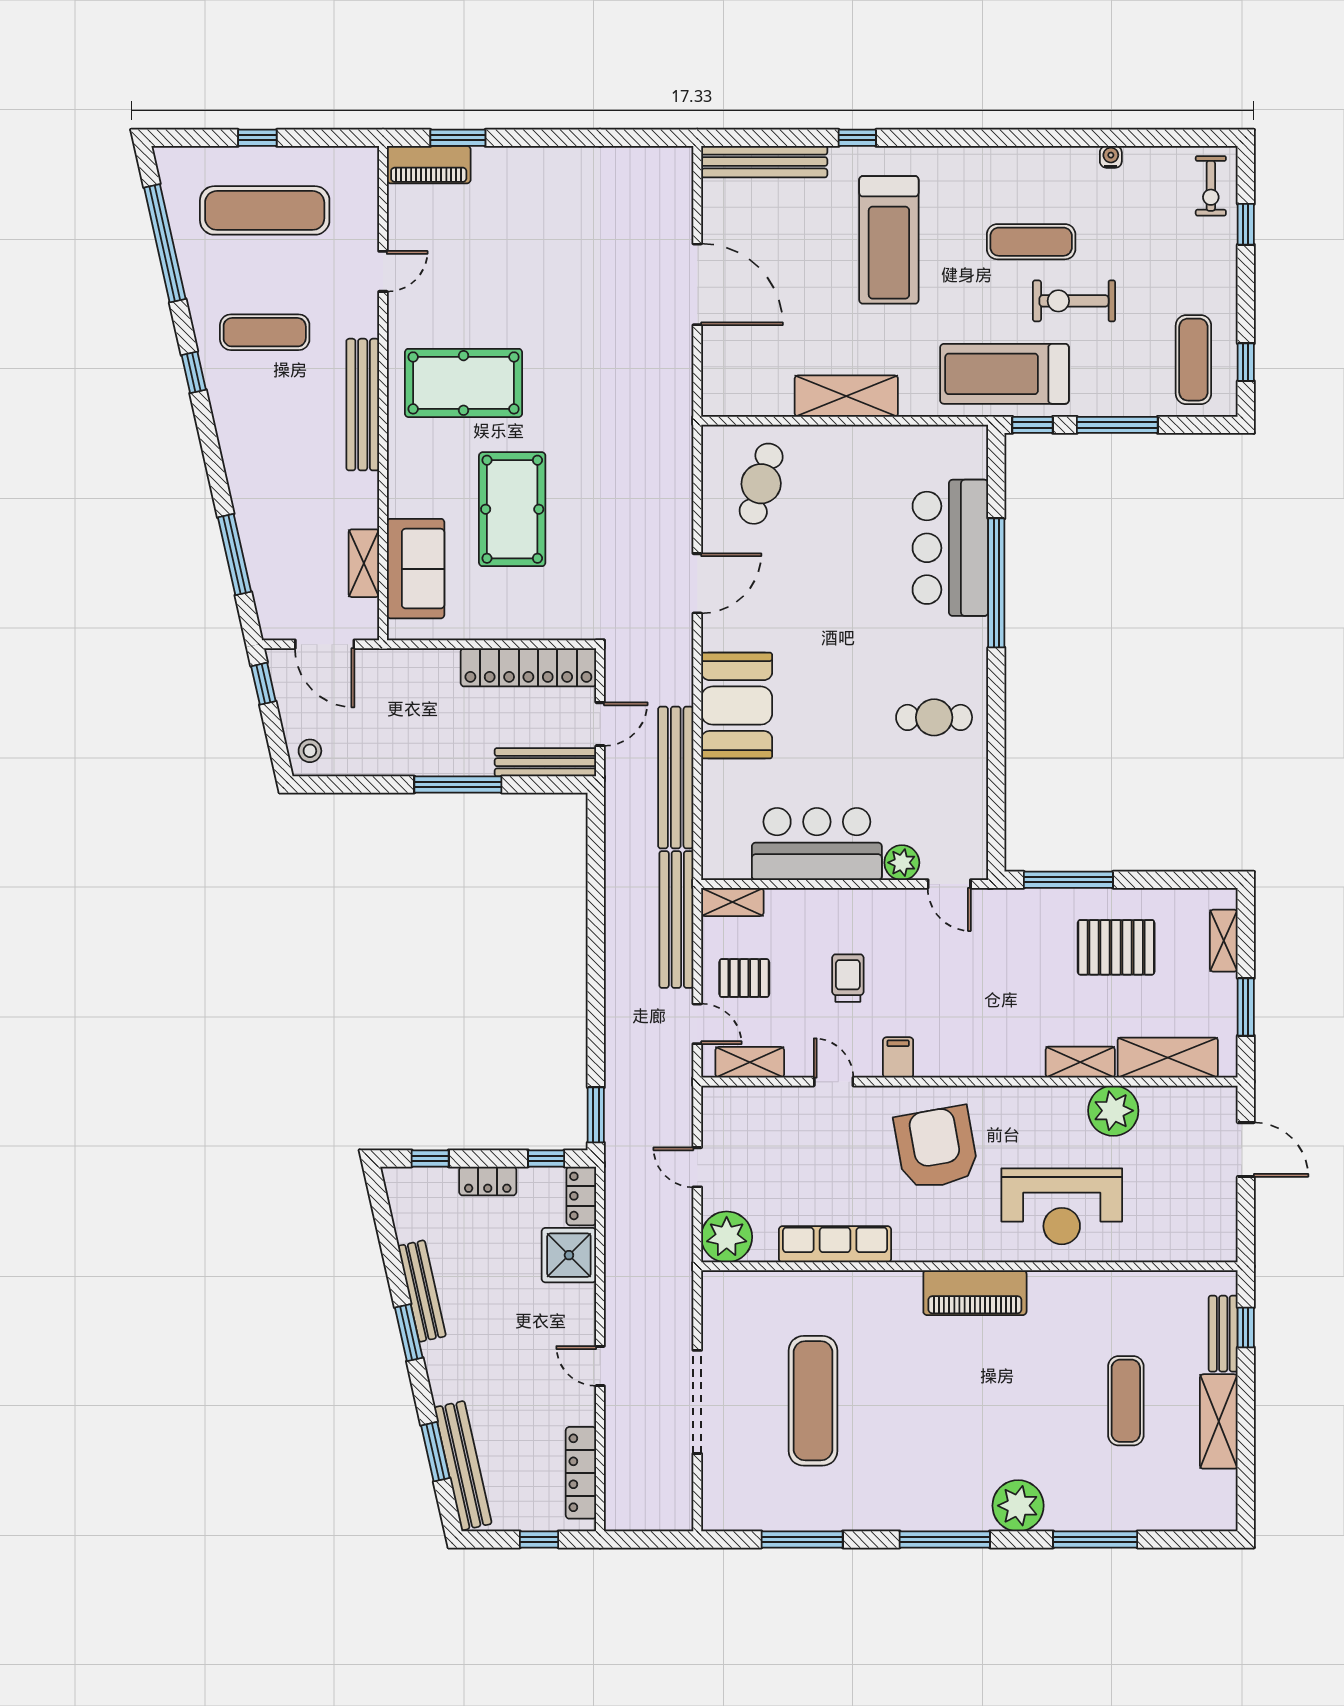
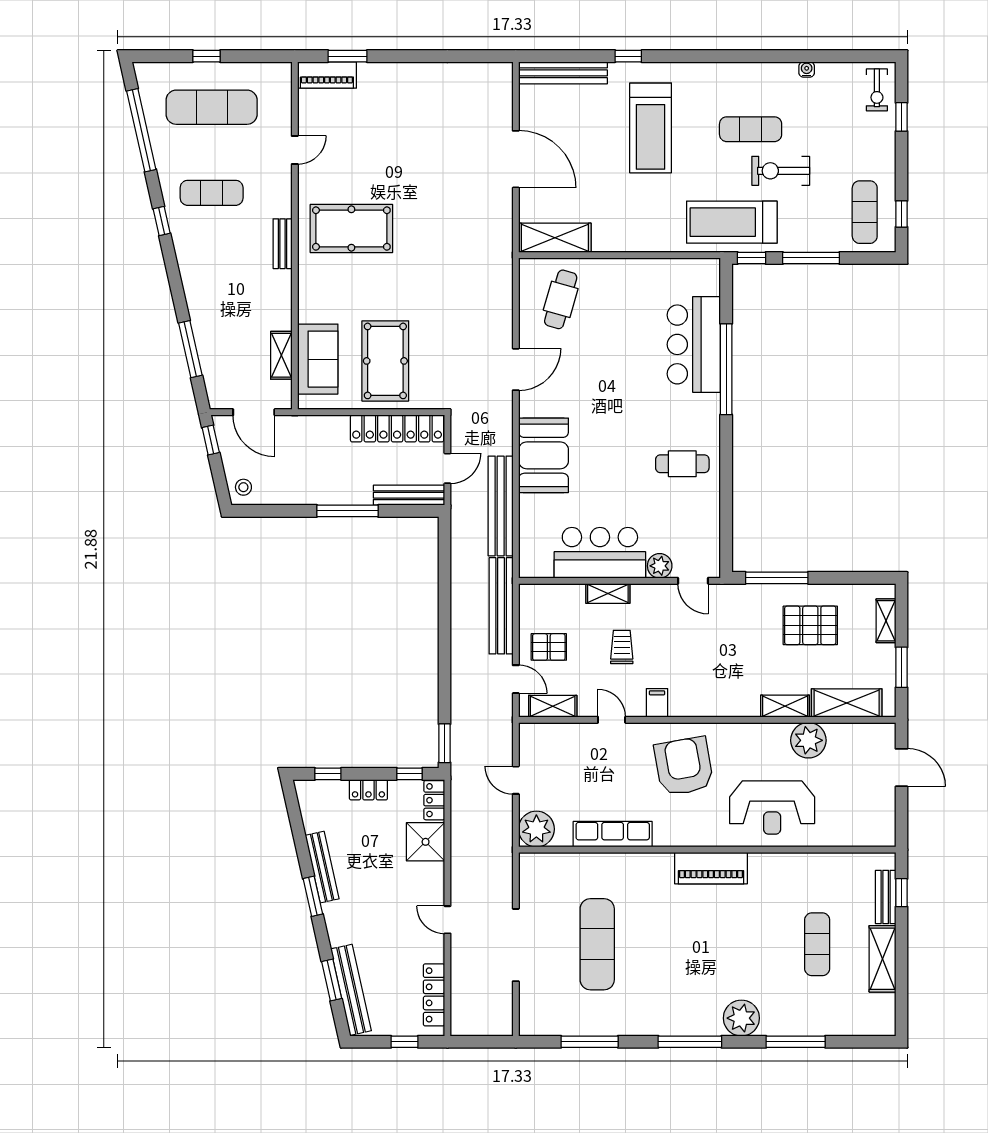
shelving: (846, 396) -> (555, 238), moved
bench: (363, 405) -> (283, 244), width x0.54, depth x0.82
pool table: (512, 509) -> (385, 361), moved
shelving: (732, 902) -> (608, 593), moved

